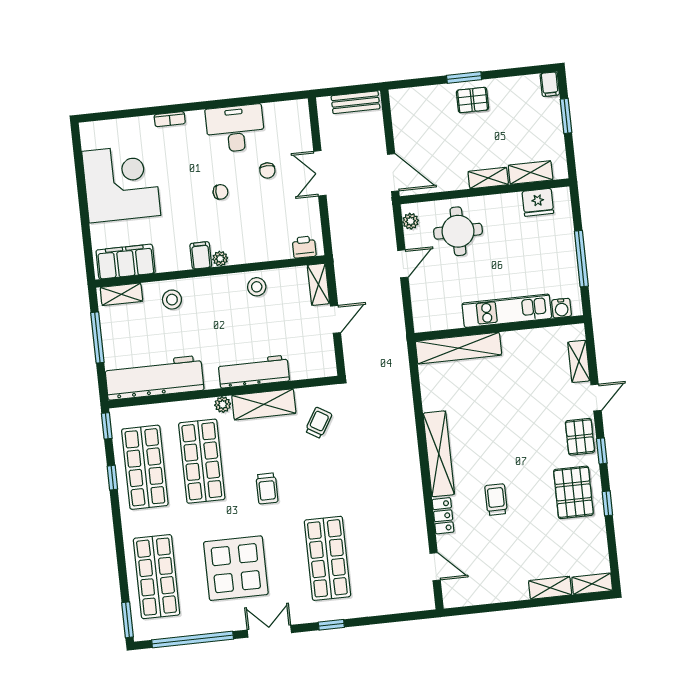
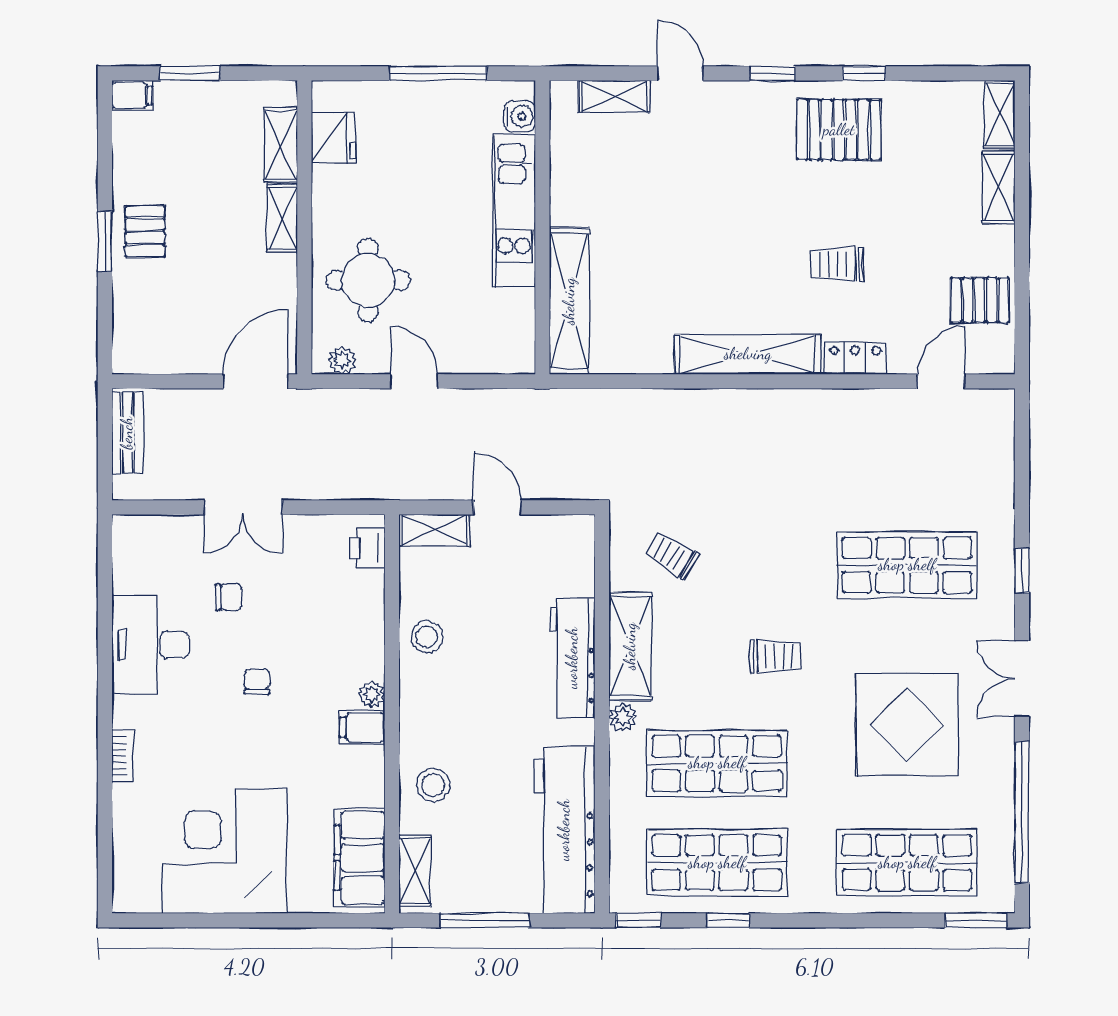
pallet: (580, 437) -> (980, 300), moved

